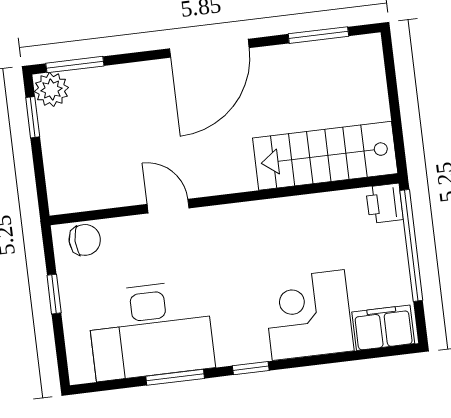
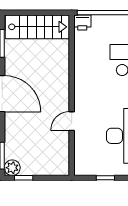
stairs: (325, 156) -> (37, 27), moved, turned -90
chair: (85, 240) -> (82, 161), removed

